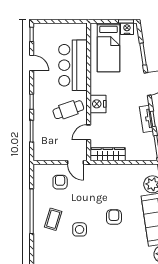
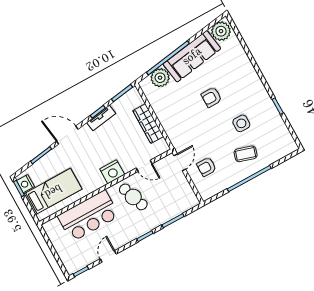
wardrobe: (108, 154) -> (148, 124), moved

